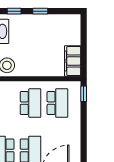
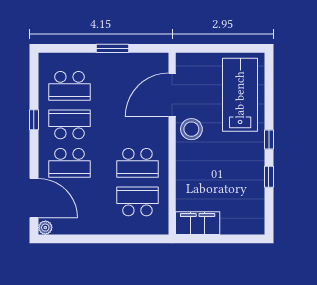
window: (84, 94) -> (151, 239), removed
school desk: (57, 103) -> (137, 201), turned 180

